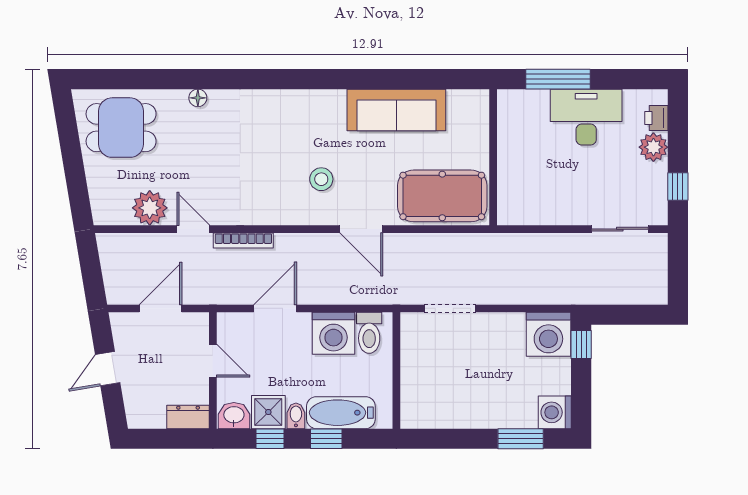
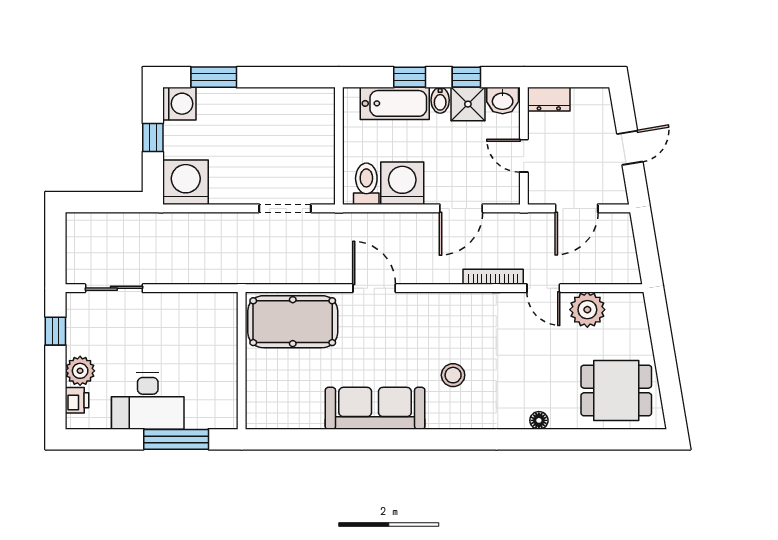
sofa: (396, 110) -> (375, 408), moved
stool: (321, 179) -> (453, 375), moved
window: (581, 345) -> (153, 138), moved

